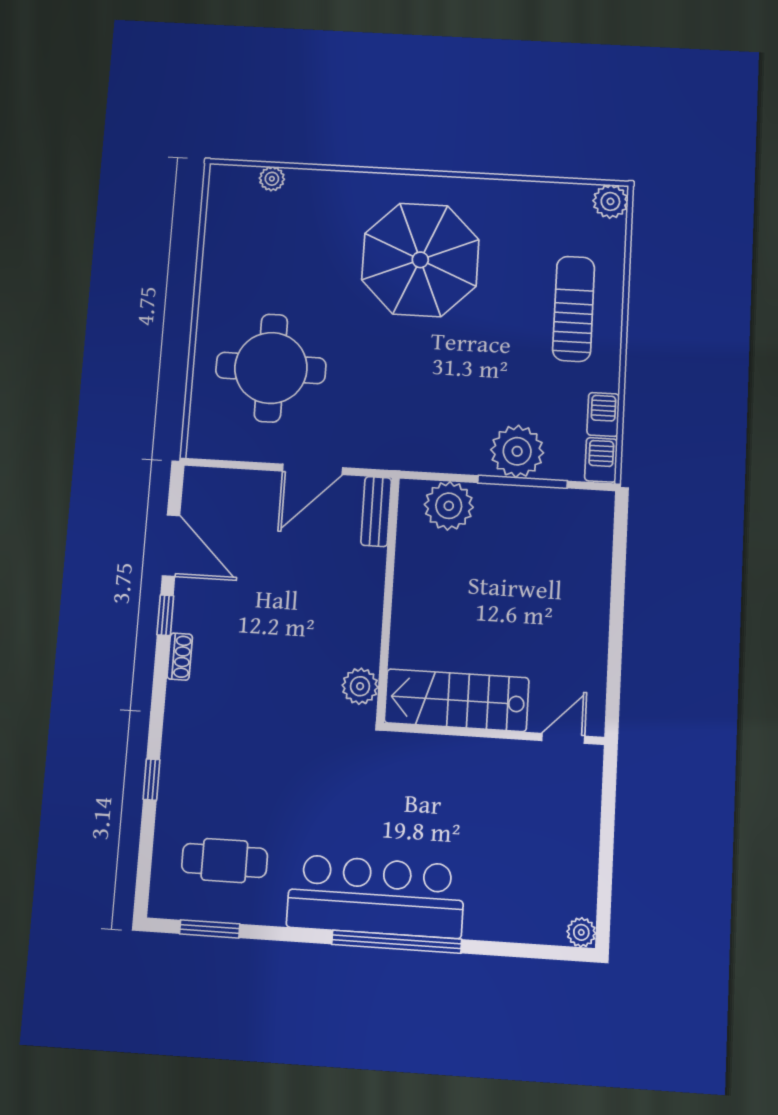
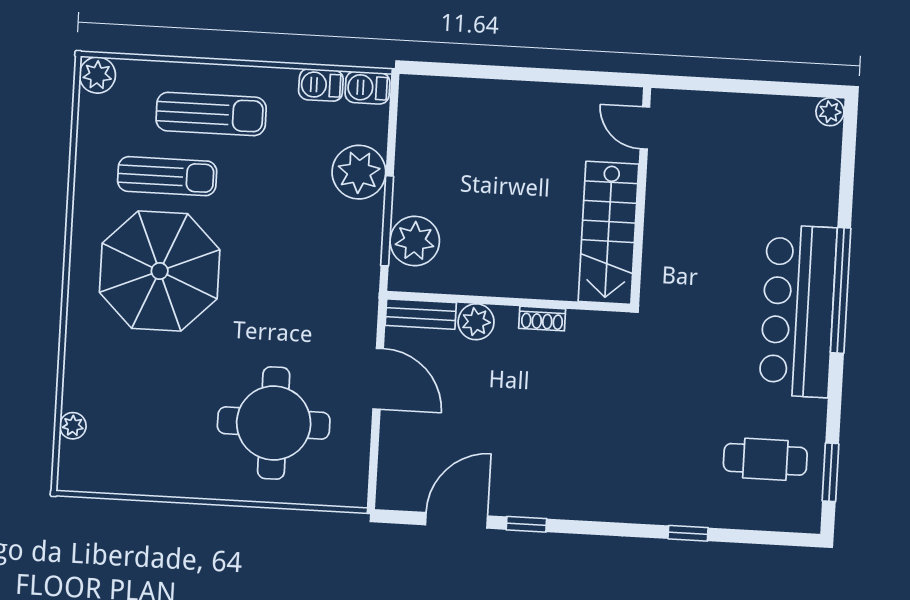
sun lounger: (513, 267) -> (167, 176), added
sun lounger: (574, 309) -> (211, 114), turned 180
window: (523, 482) -> (387, 221), moved
shoe rack: (180, 657) -> (542, 319), moved, turned 180
plant: (360, 686) -> (476, 322), moved
cafe table: (225, 860) -> (765, 459), turned 90

